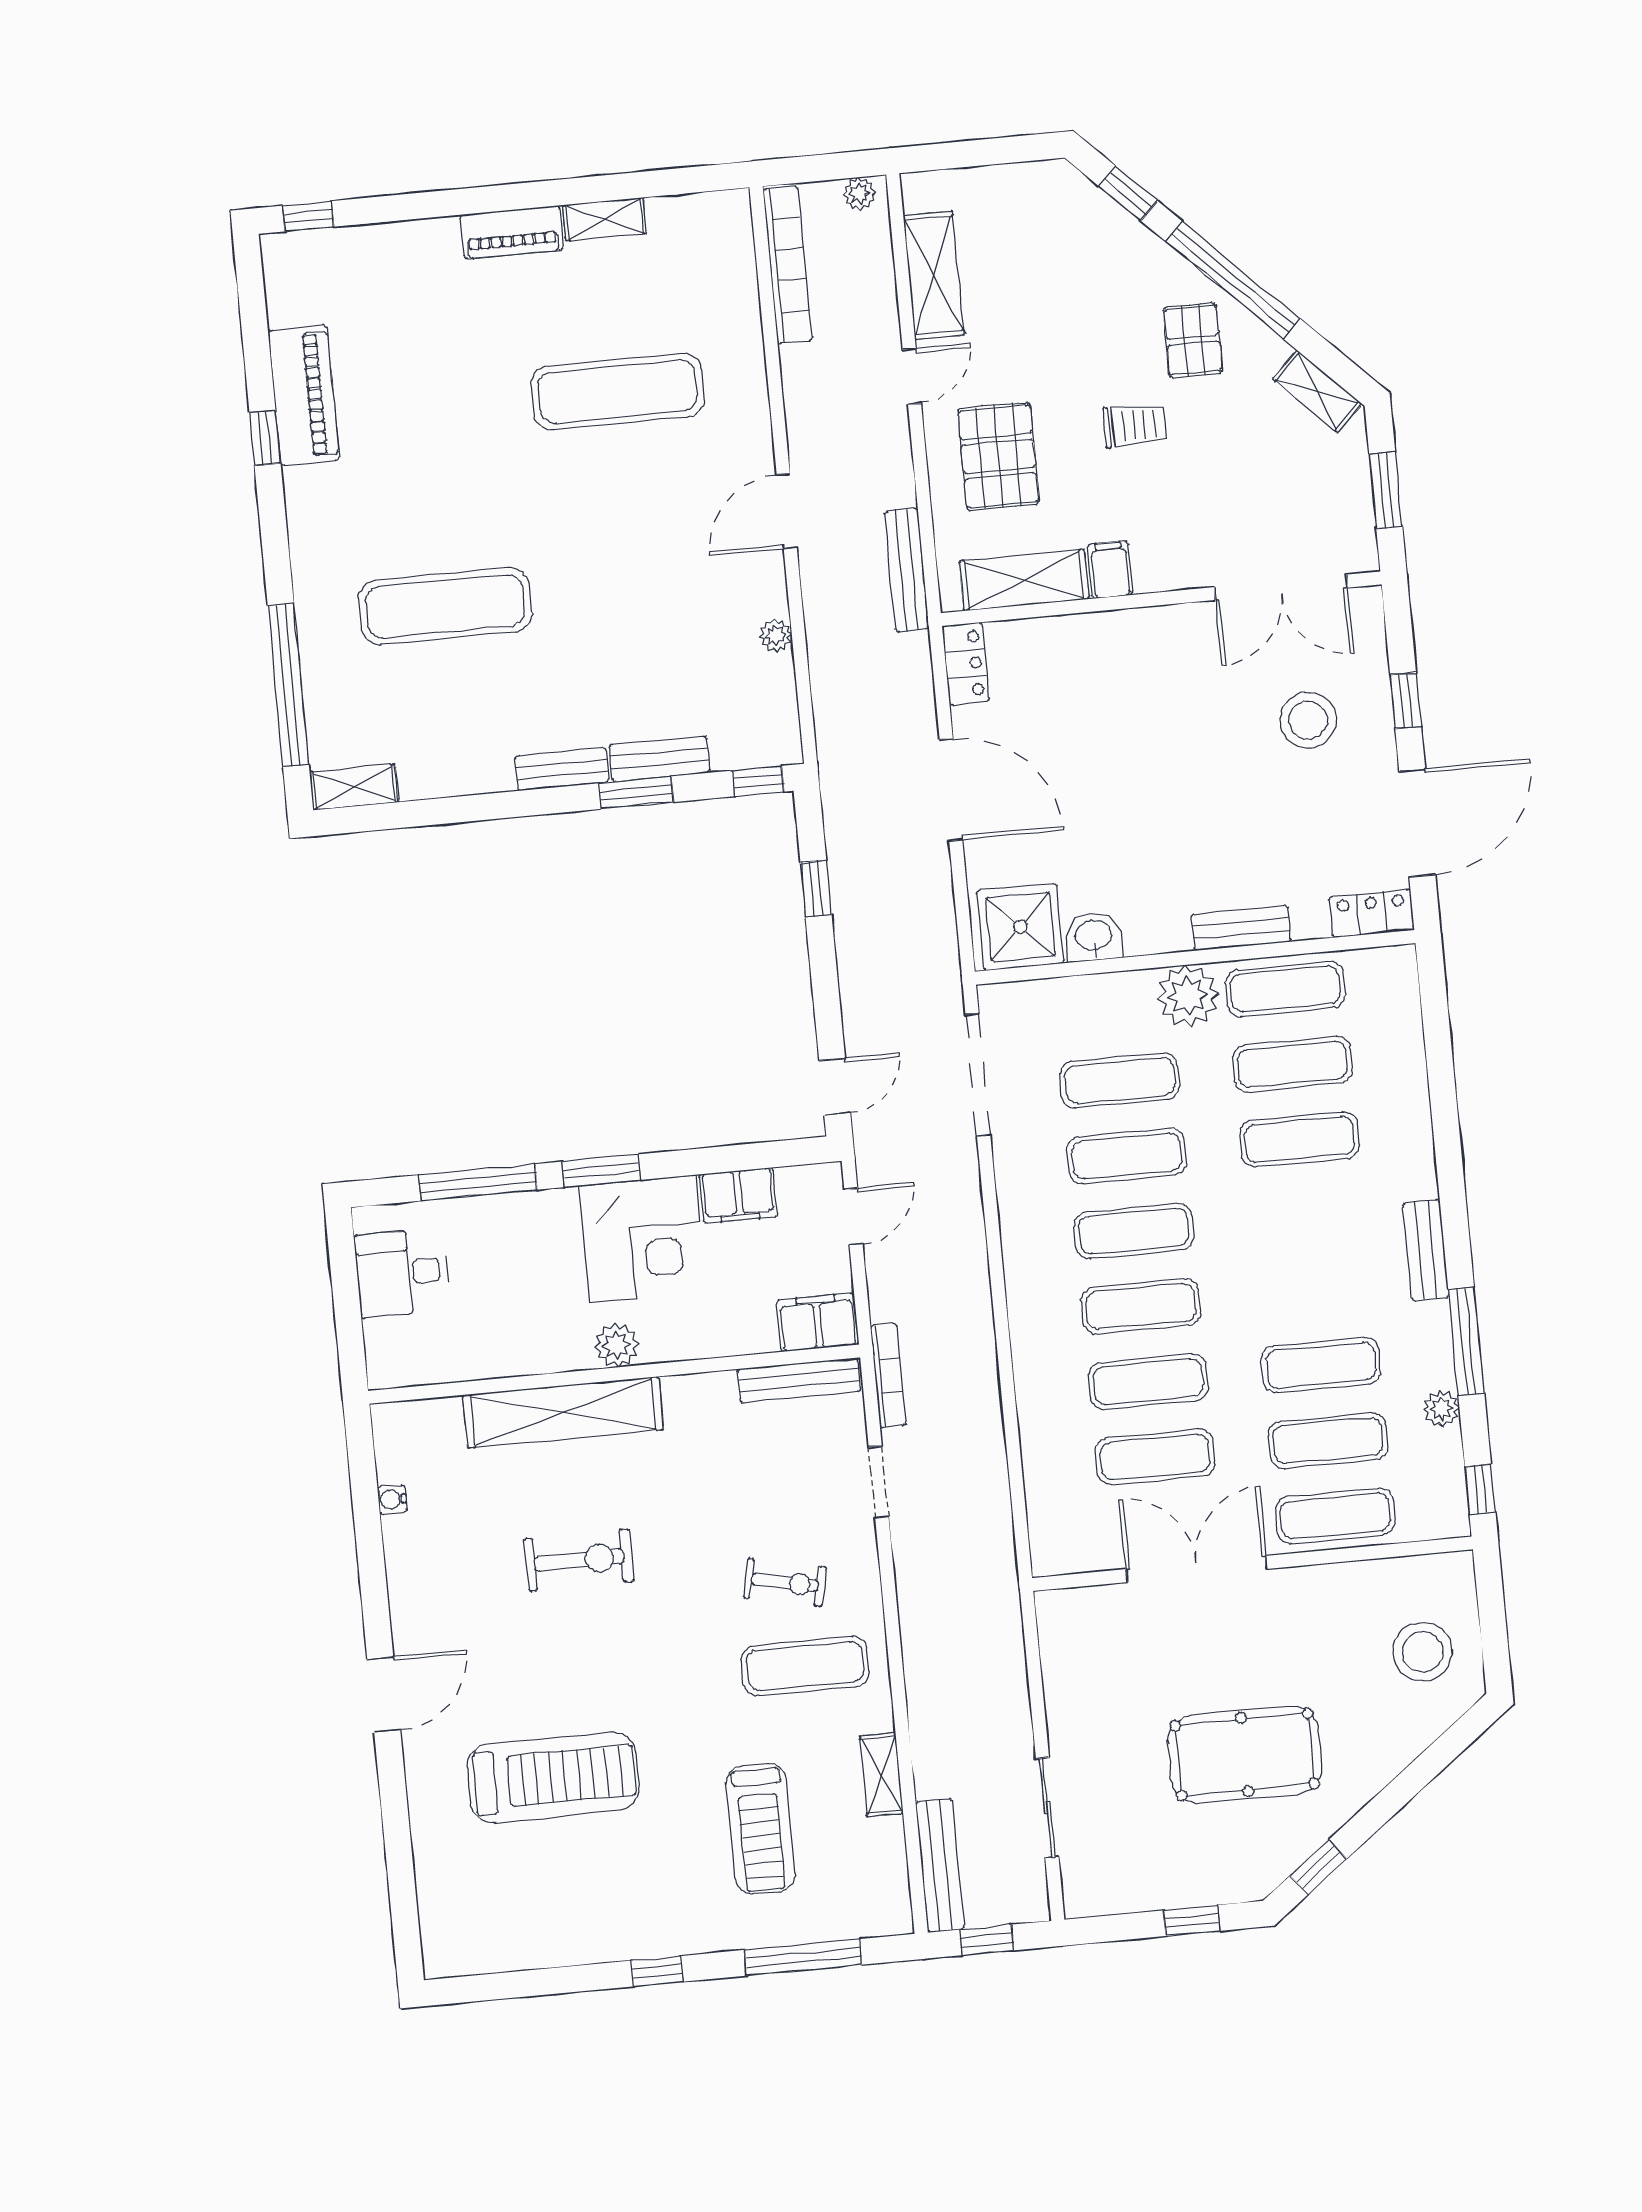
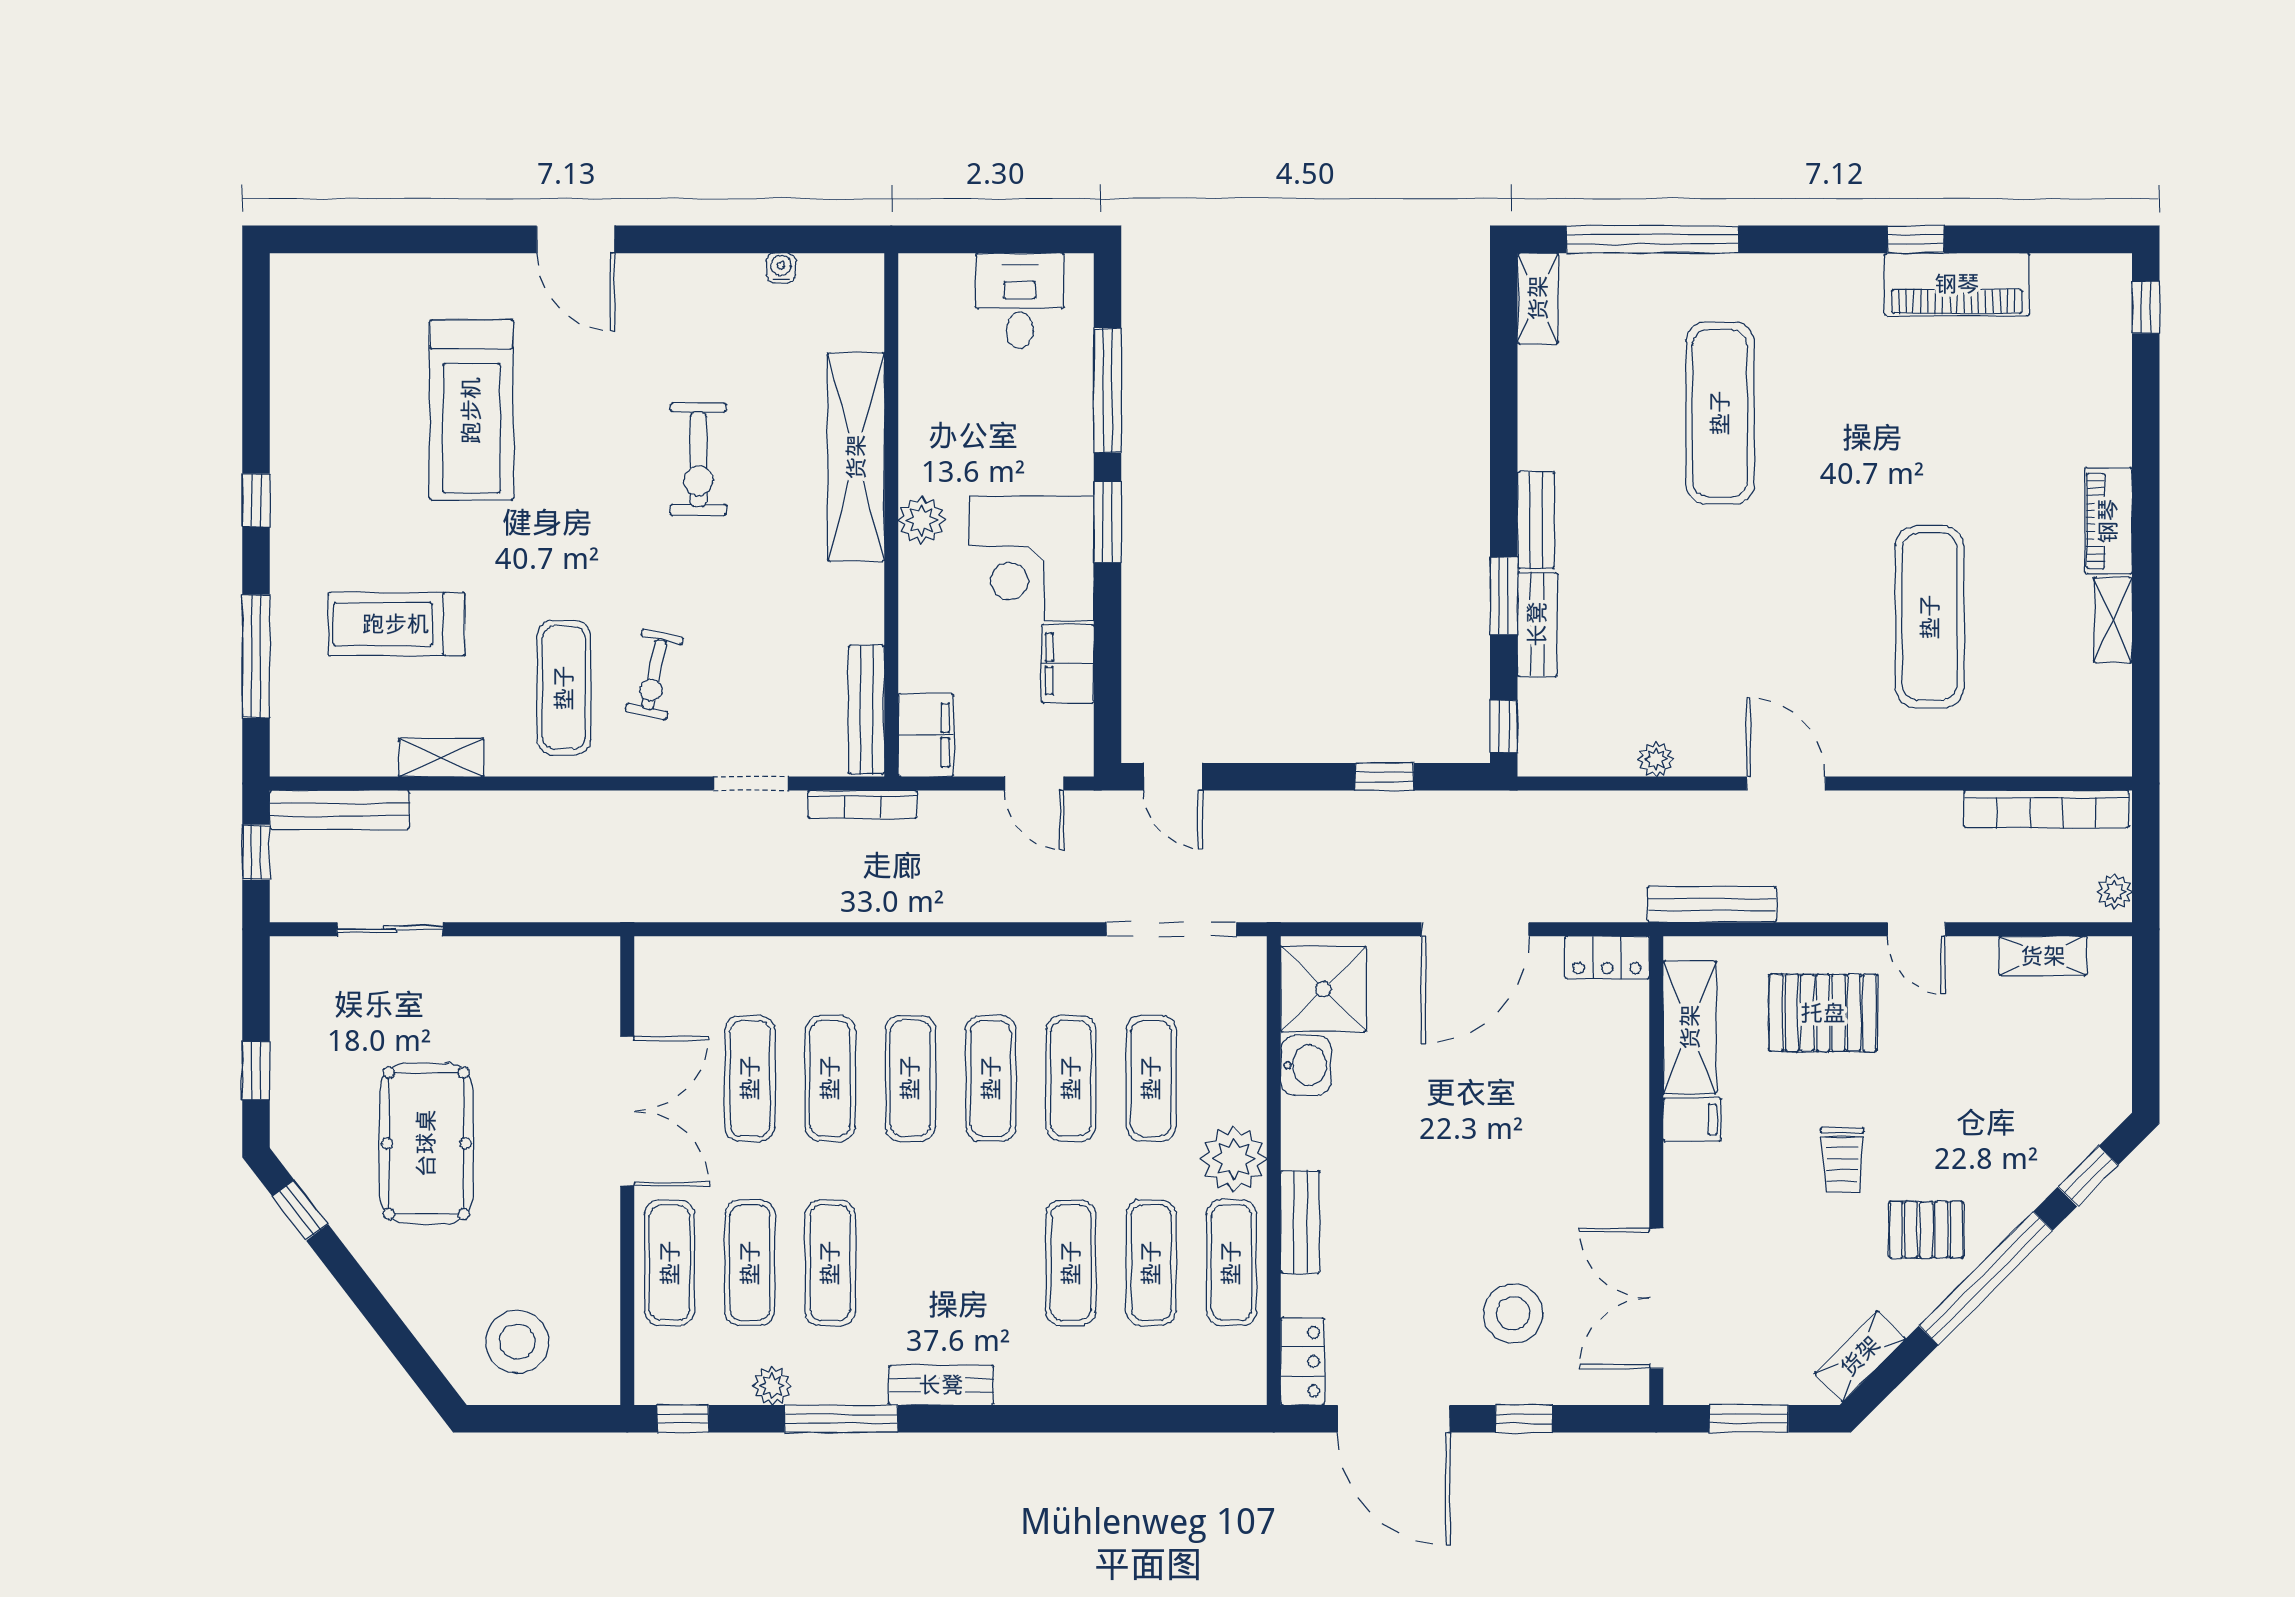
shelving: (934, 275) -> (2043, 956), width x0.67, depth x0.75

